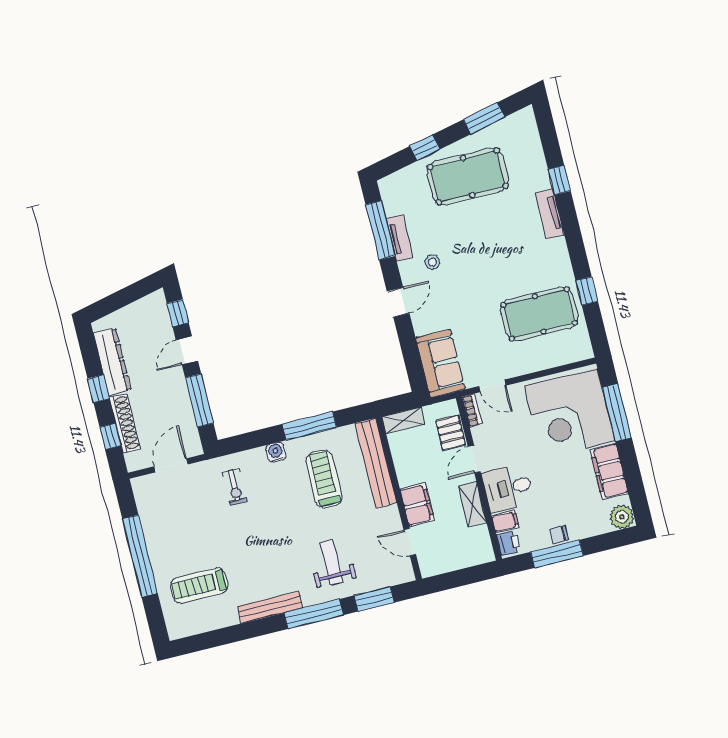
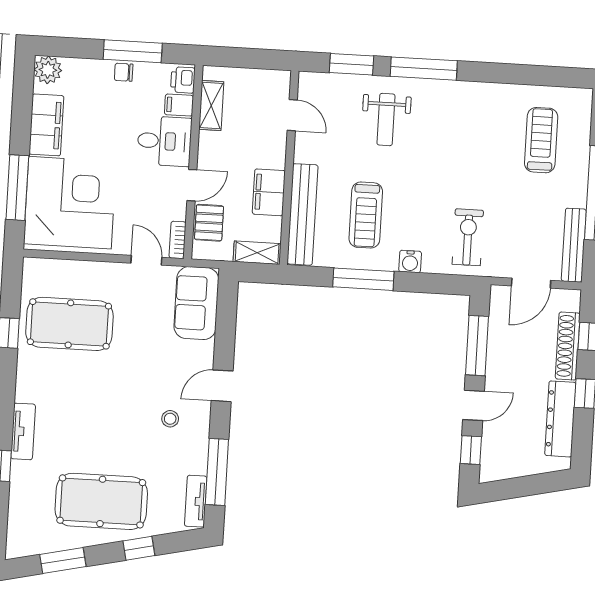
tv unit: (399, 238) -> (196, 501), moved
exercise bike: (235, 487) -> (468, 237), width x1.38, depth x1.39
filing cabinet: (417, 505) -> (269, 192), moved
shelving: (473, 505) -> (211, 106), moved
chair: (559, 534) -> (124, 72), turned 180
treadmill: (199, 585) -> (541, 140), turned -90
bench: (270, 607) -> (574, 245), moved, turned 90

